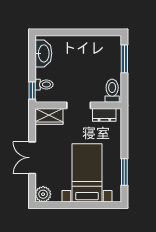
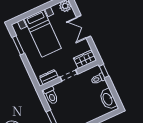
double door: (32, 158) -> (84, 27), swing flipped

